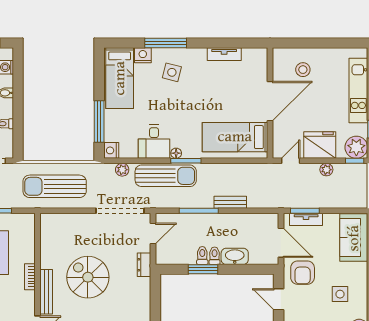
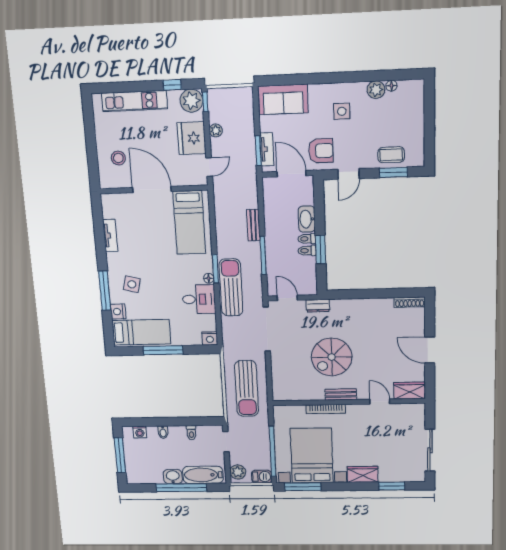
window: (99, 121) -> (163, 350), moved
door: (291, 161) -> (209, 167), swing flipped
plant: (122, 170) -> (228, 328), removed
door: (281, 243) -> (292, 174), hinge flipped
bookcase: (30, 277) -> (326, 409), width x1.56
bench: (46, 292) -> (341, 394), width x0.73

